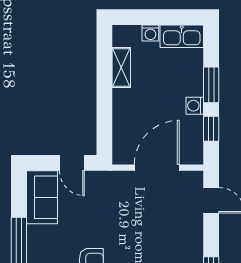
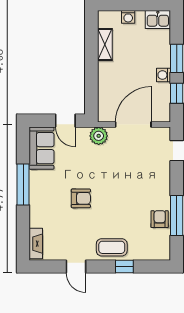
kitchen sink: (182, 36) -> (158, 19), width x0.73
plant: (113, 182) -> (99, 136), added

